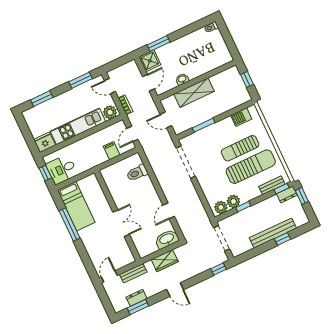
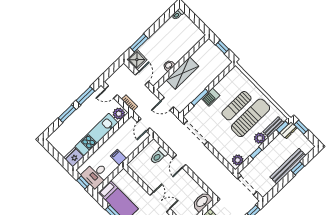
window: (42, 99) -> (67, 114), moved
barbecue: (241, 117) -> (211, 97), moved
filing cabinet: (112, 151) -> (118, 157), moved
plant: (233, 201) -> (260, 138), moved
door: (169, 211) -> (179, 161), moved

